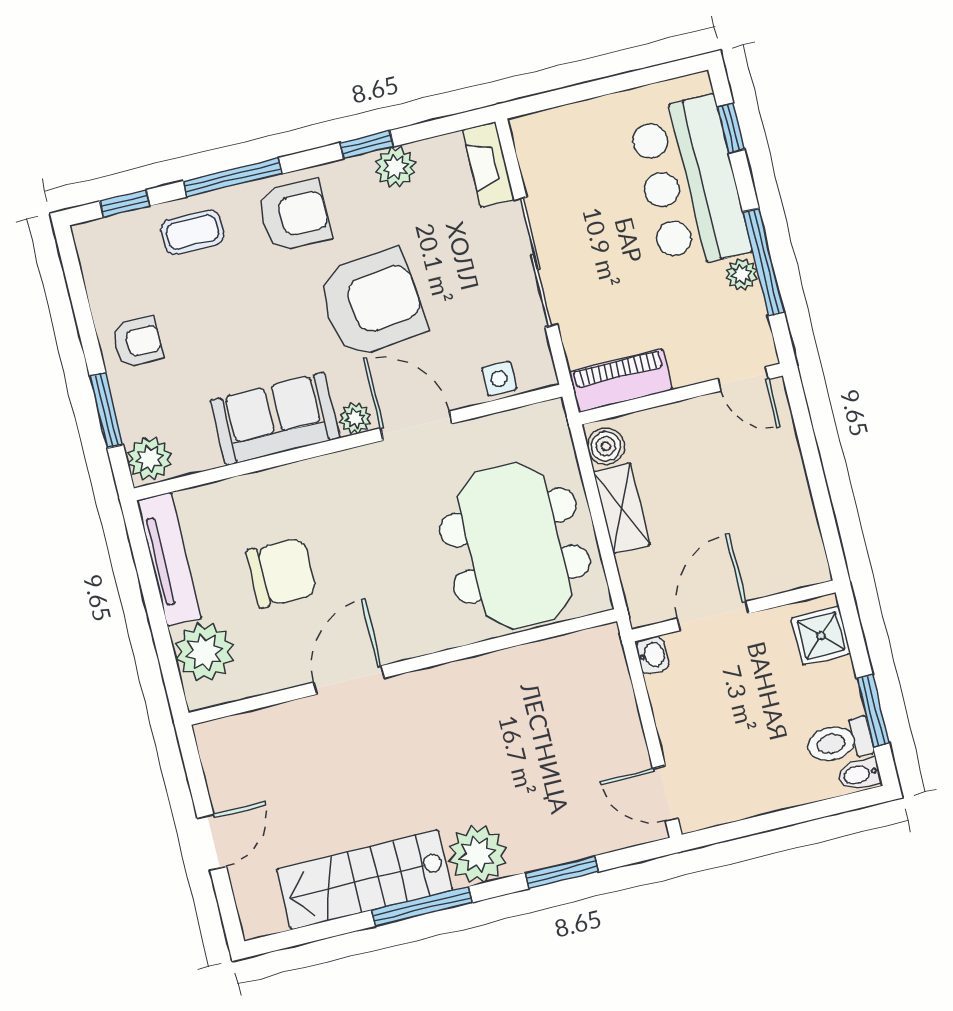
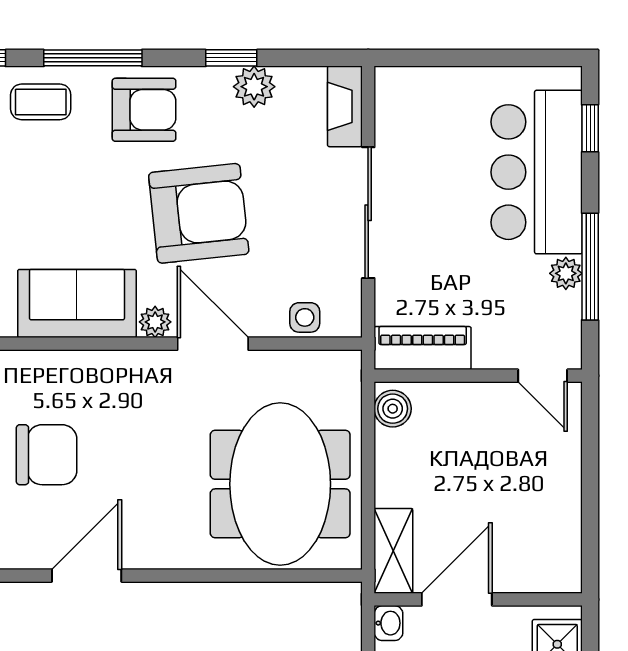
shelving: (622, 508) -> (393, 551), moved

